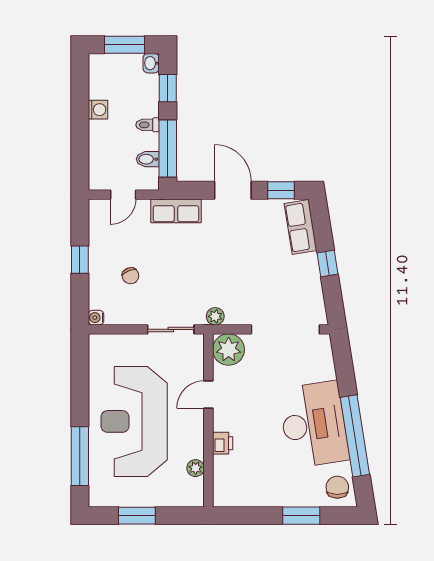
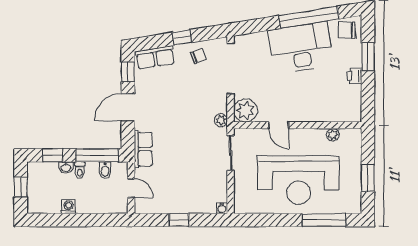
window: (124, 45) -> (21, 187), width x0.67
washbasin: (151, 63) -> (66, 167), moved
chair: (130, 276) -> (198, 56), moved
printer: (223, 443) -> (354, 76), moved, turned -90

